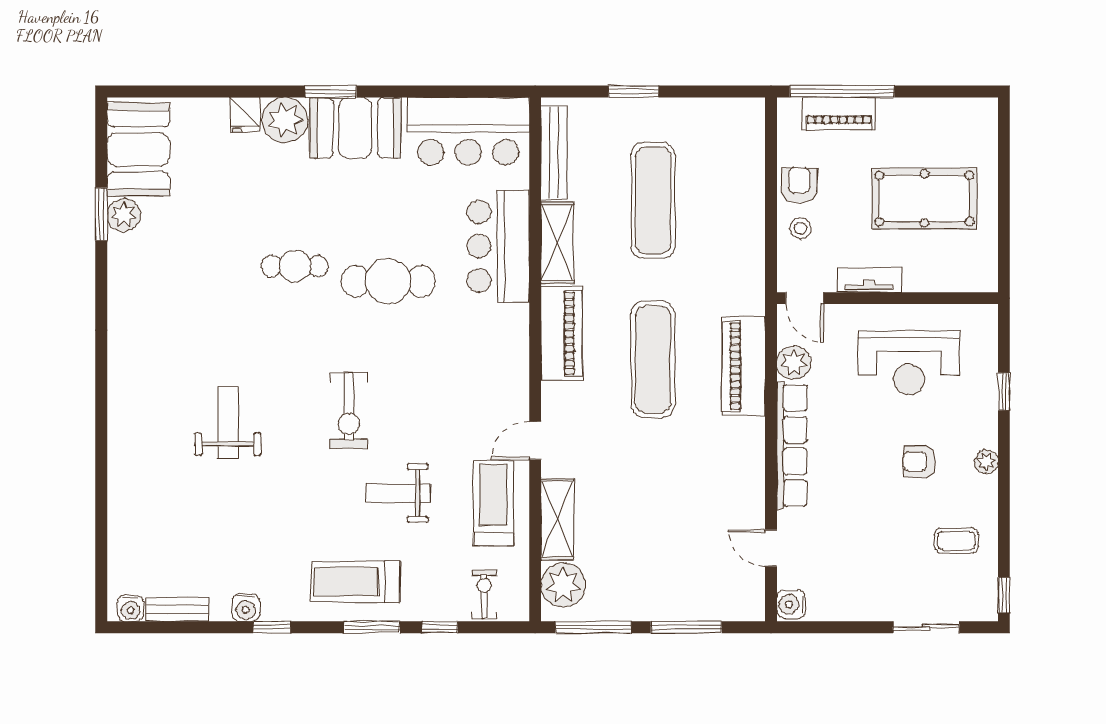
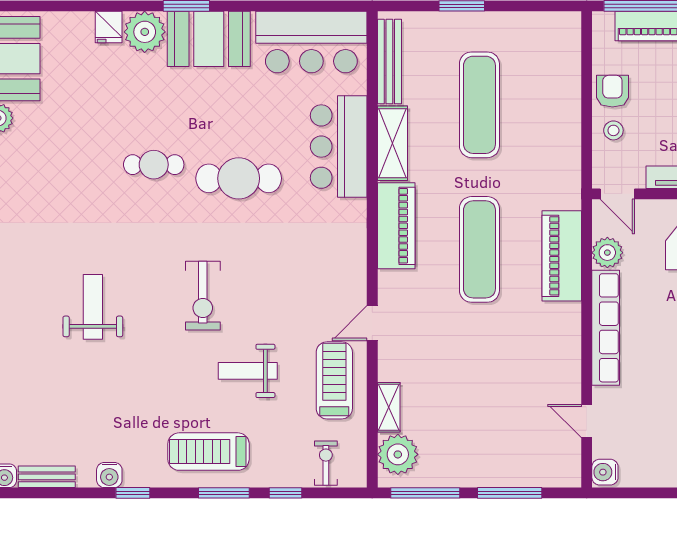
shelving: (557, 519) -> (389, 407), width x0.67, depth x0.75

